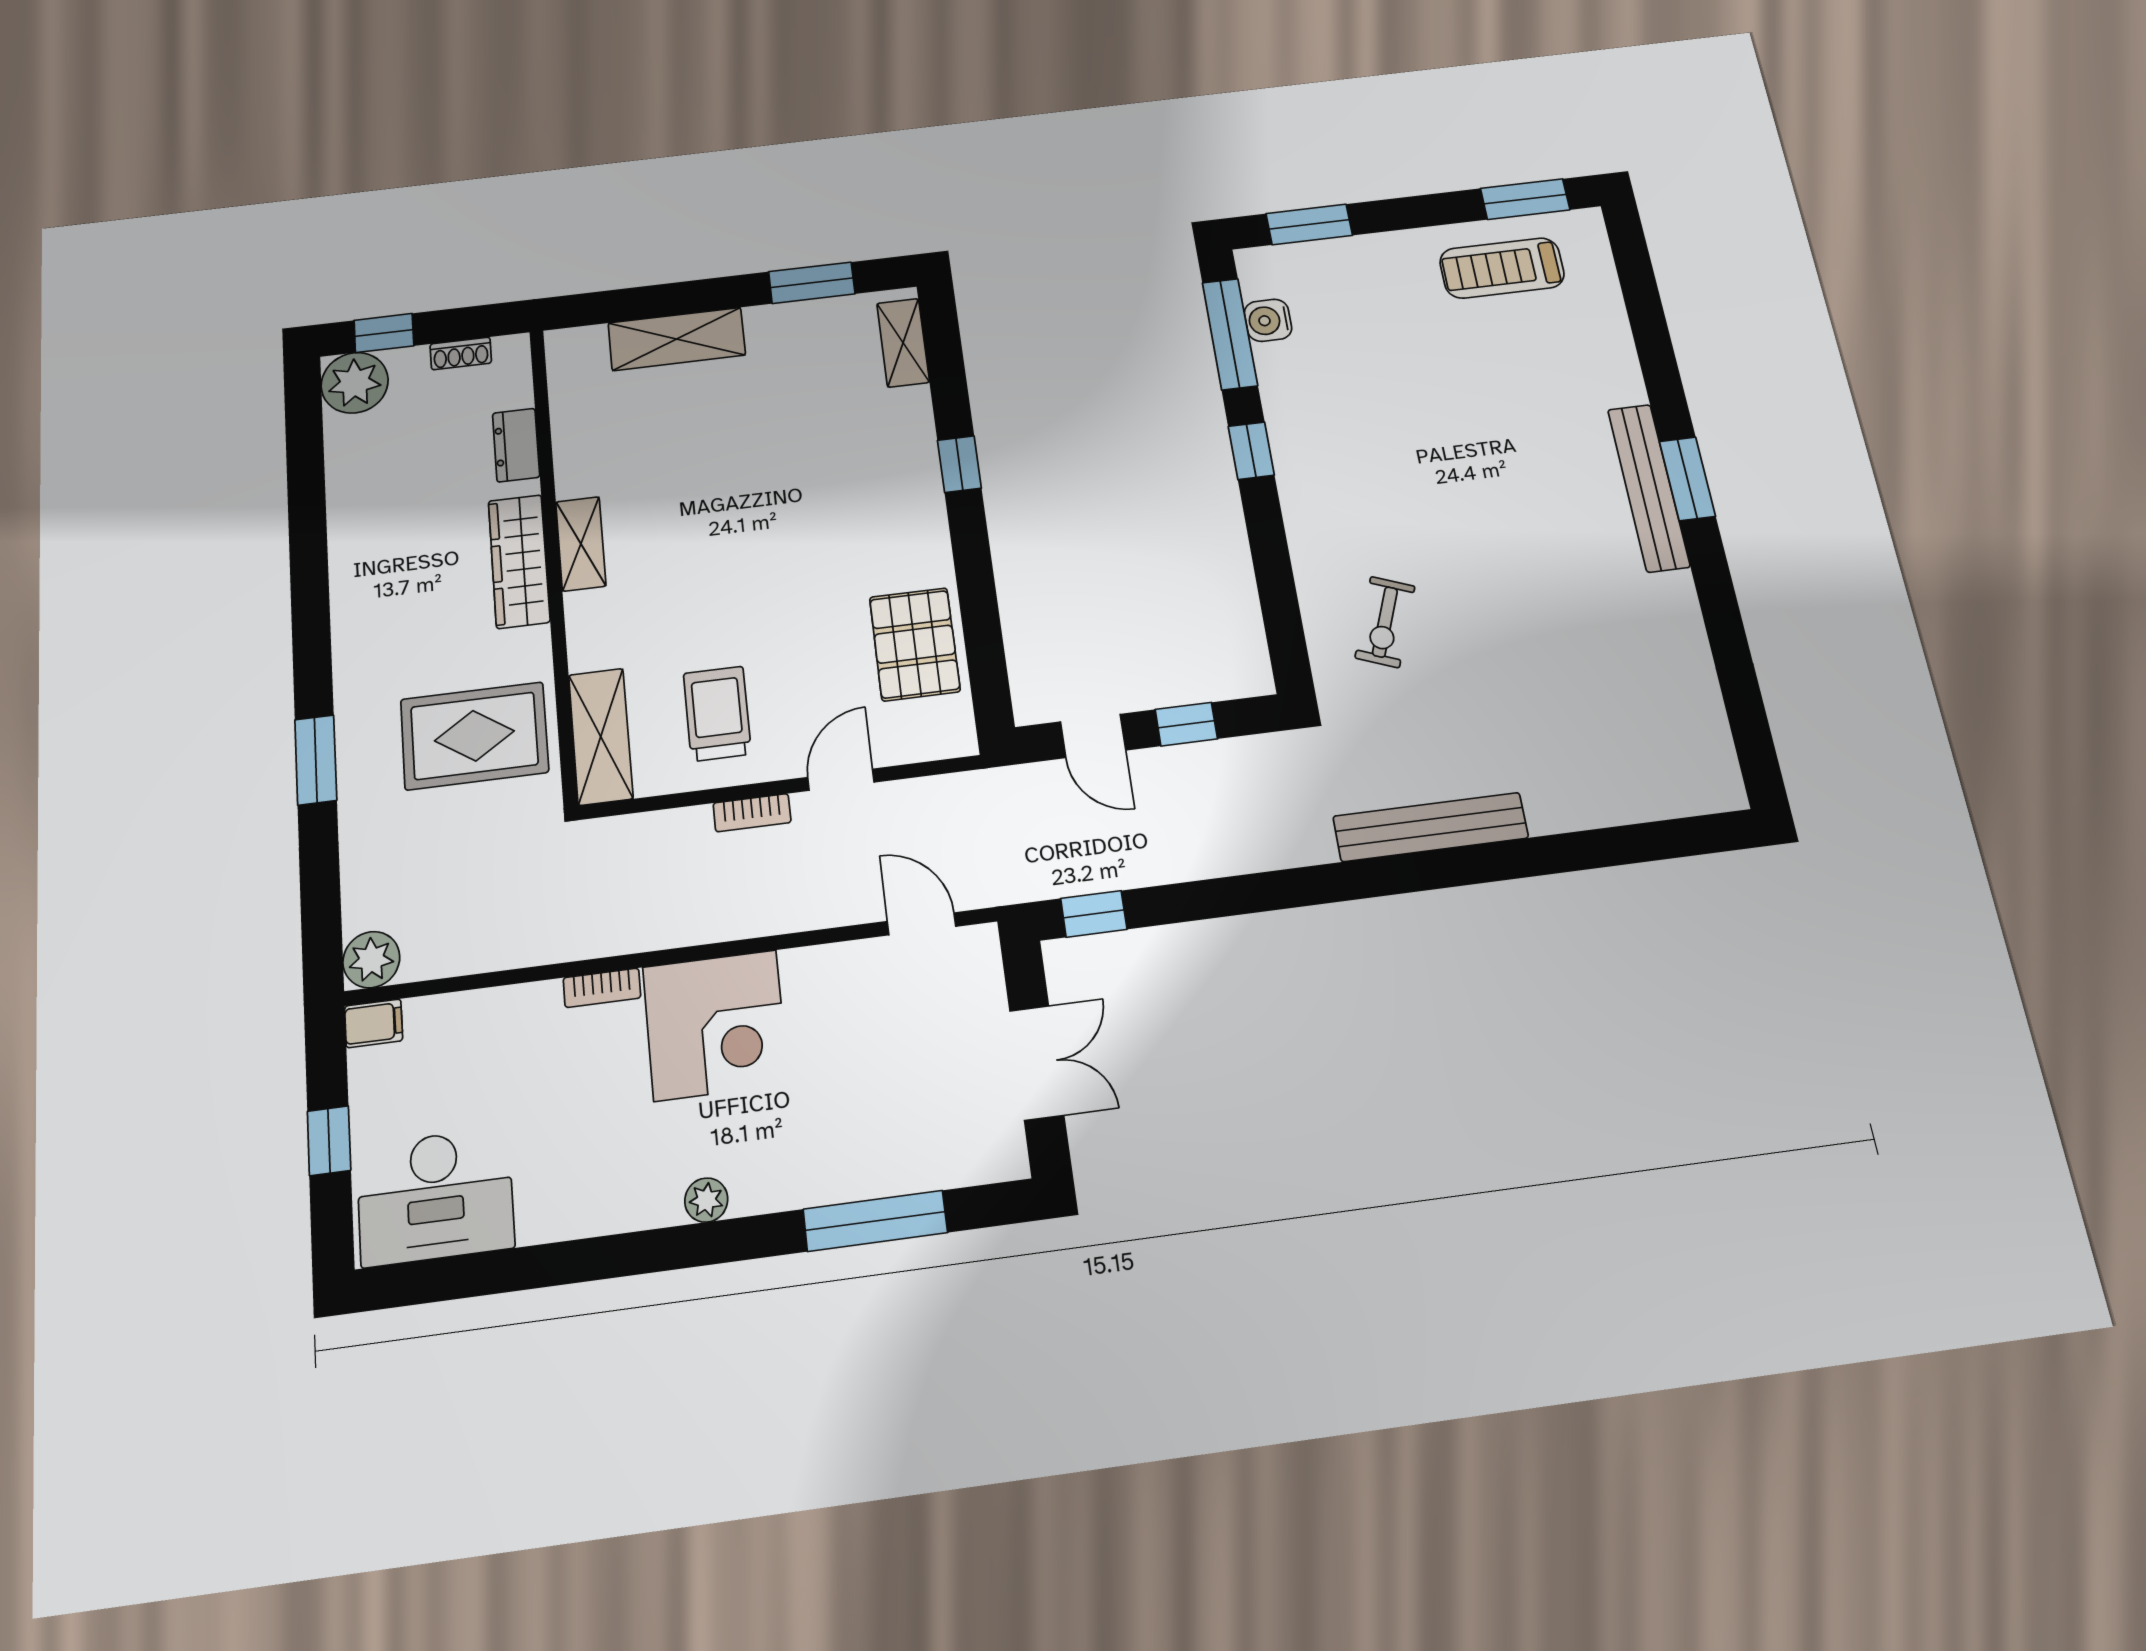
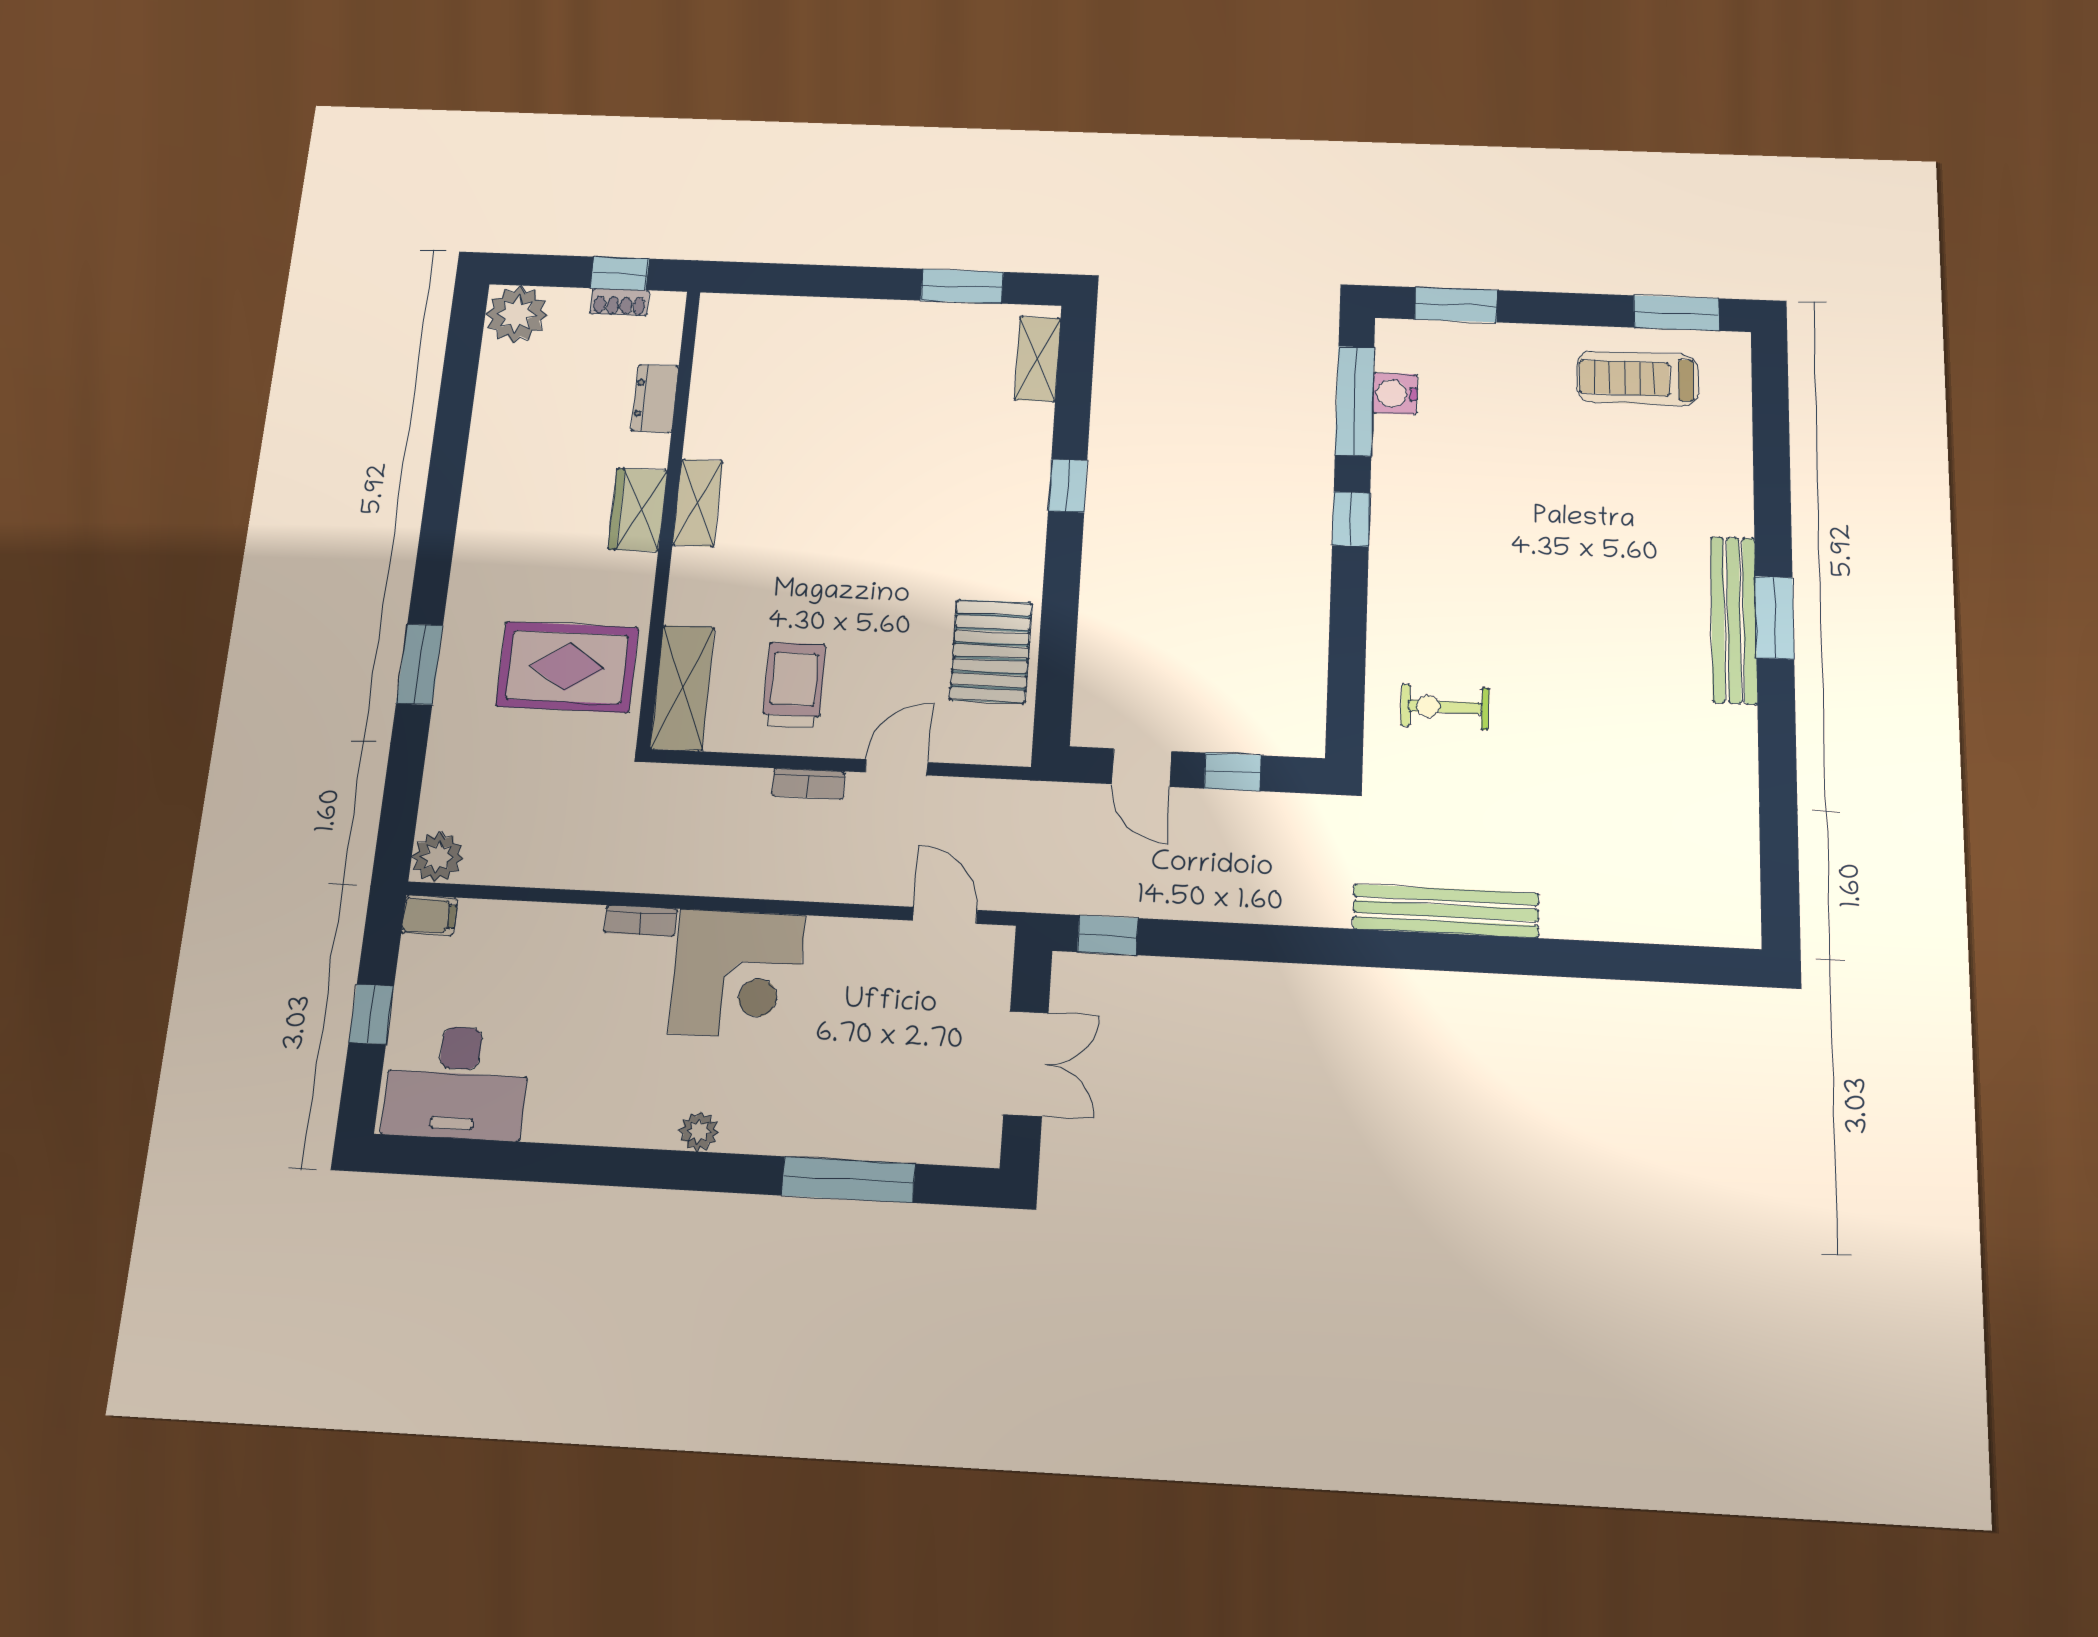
window: (384, 333) -> (620, 273), moved
shelving: (677, 339) -> (824, 321), removed
wardrobe: (519, 561) -> (638, 510), width x0.67
exercise bike: (1385, 622) -> (1445, 707), turned 69

